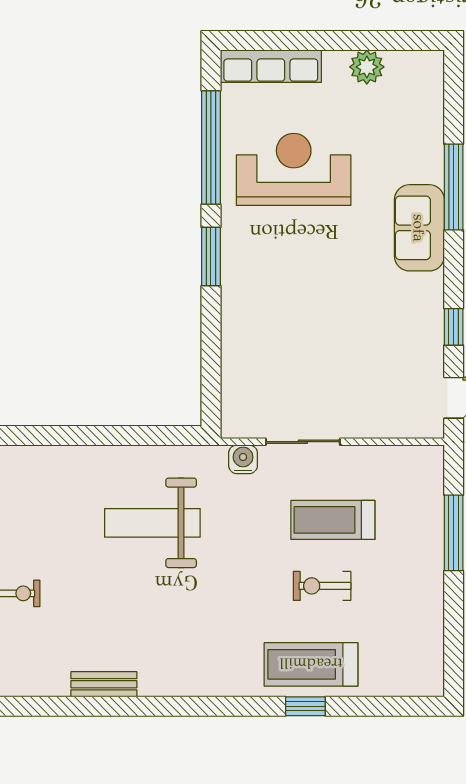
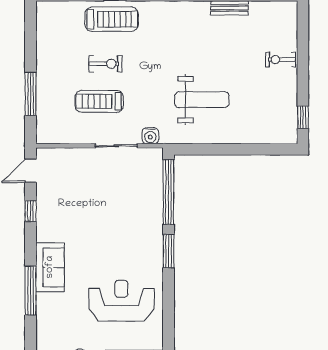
window: (211, 147) -> (169, 192), moved
reception desk: (294, 169) -> (121, 301), turned 180
treadmill: (333, 520) -> (99, 101), turned 180

